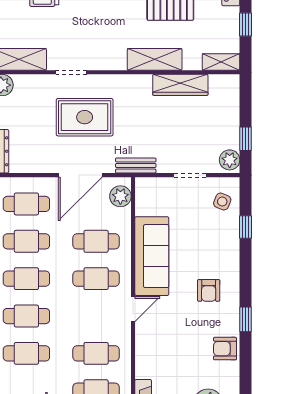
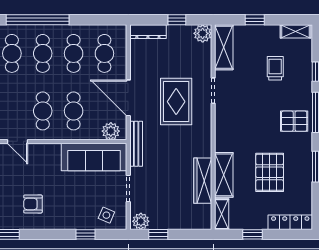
shelving: (155, 59) -> (224, 175), moved
bench: (136, 166) -> (136, 144), width x1.36
sofa: (152, 256) -> (94, 157), moved

